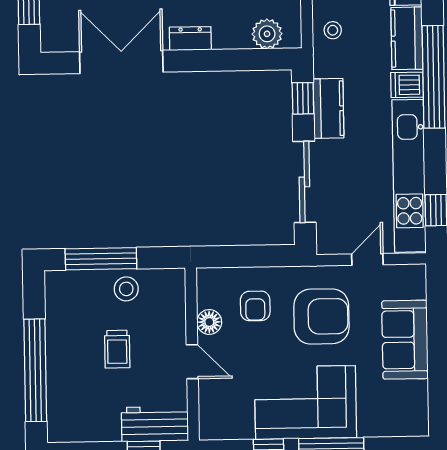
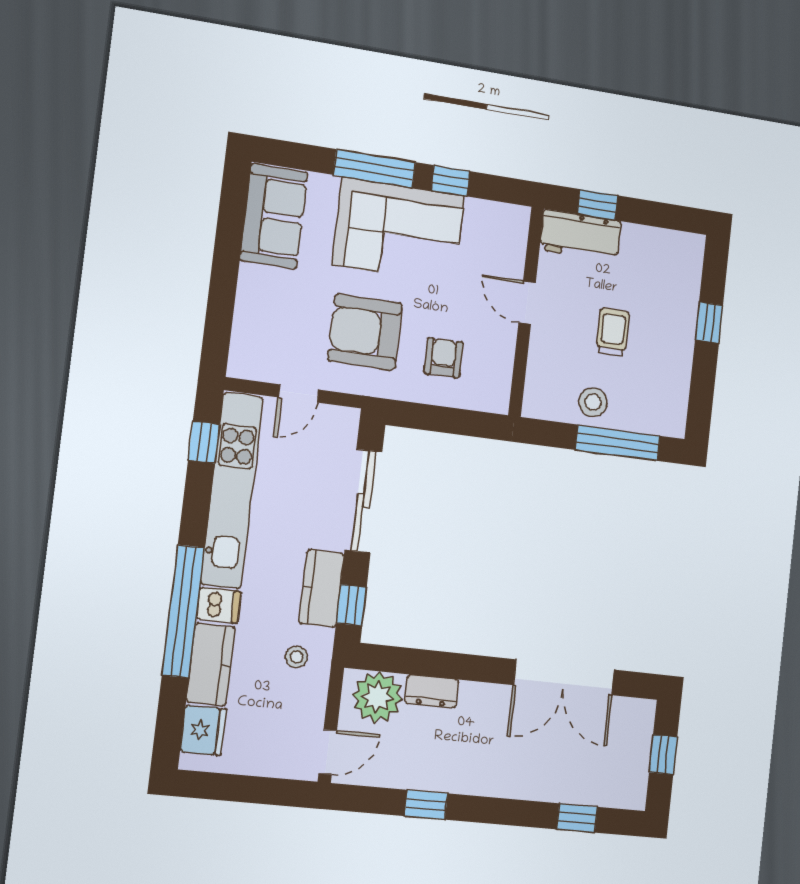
stool: (333, 30) -> (296, 657), moved
plant: (267, 34) -> (377, 697), width x1.36, depth x1.36
dresser: (190, 39) -> (432, 691), moved
floor lamp: (209, 322) -> (501, 347), removed
sofa: (405, 340) -> (274, 216), moved
window: (35, 370) -> (709, 323), width x0.32

